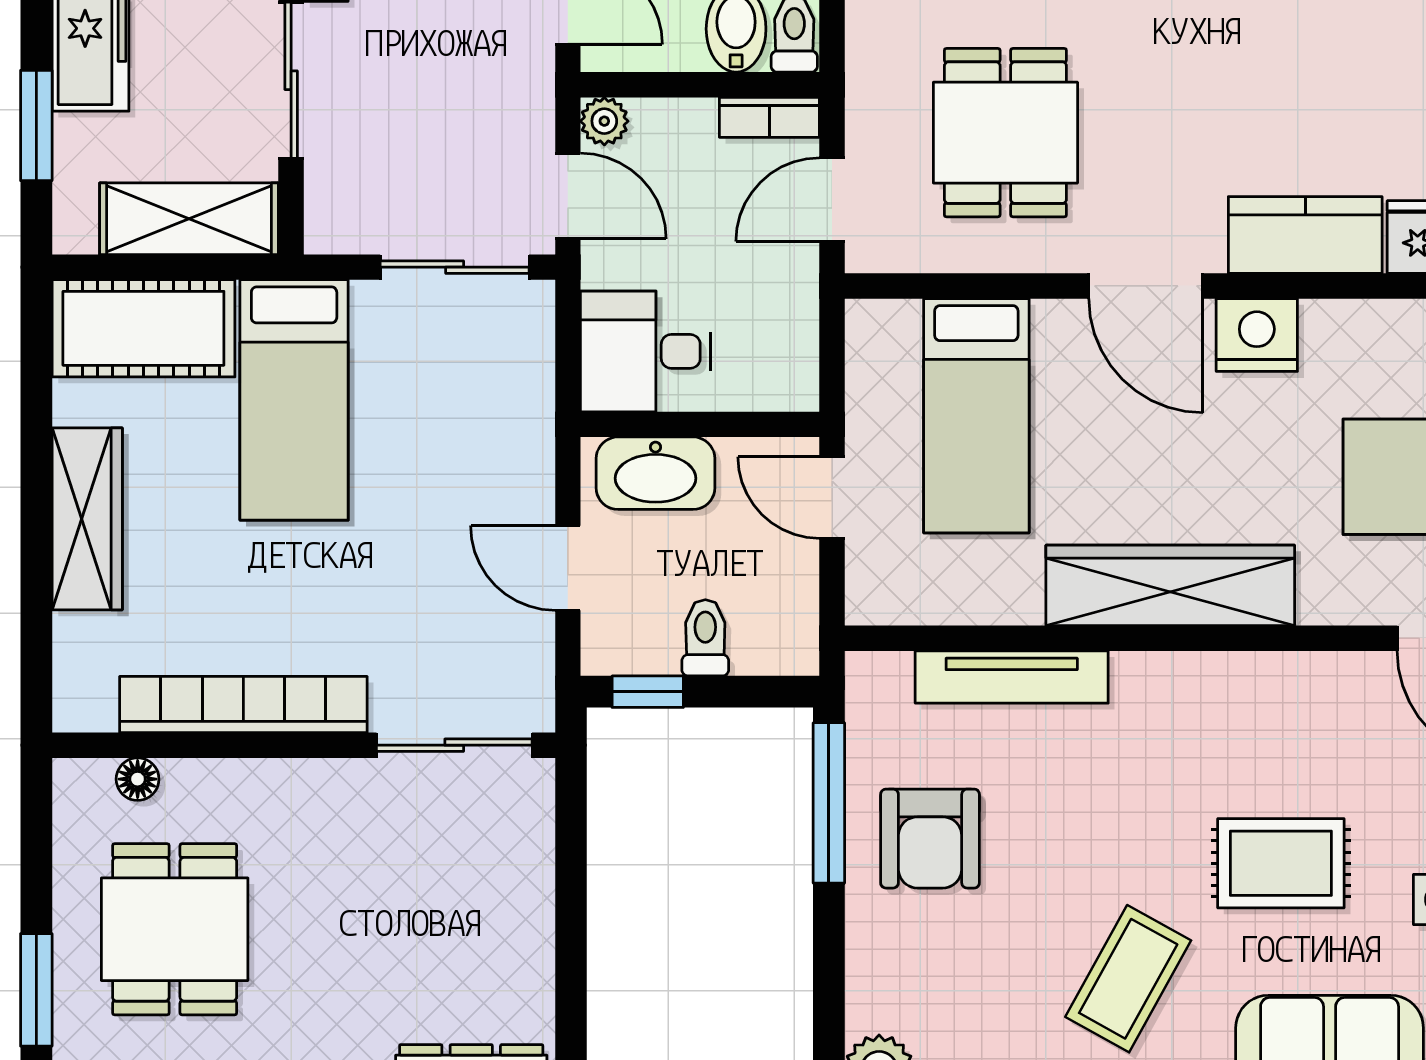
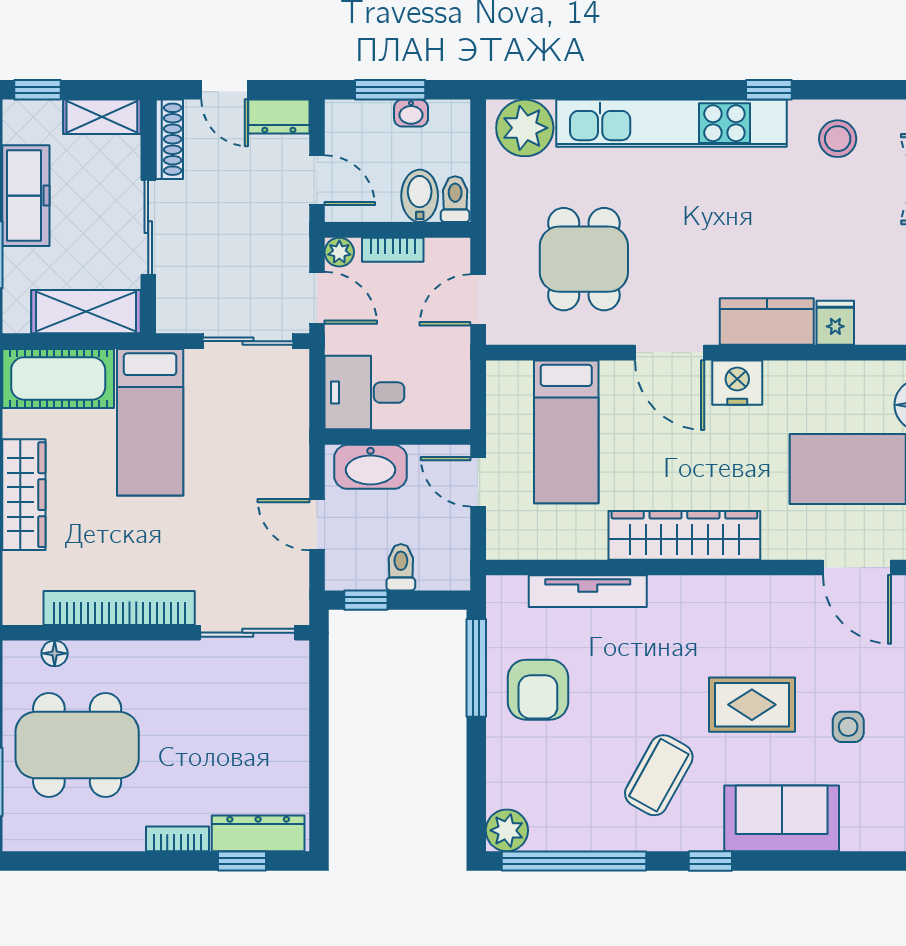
bookcase: (769, 117) -> (393, 250), moved
dining table: (175, 929) -> (77, 745), width x1.38

